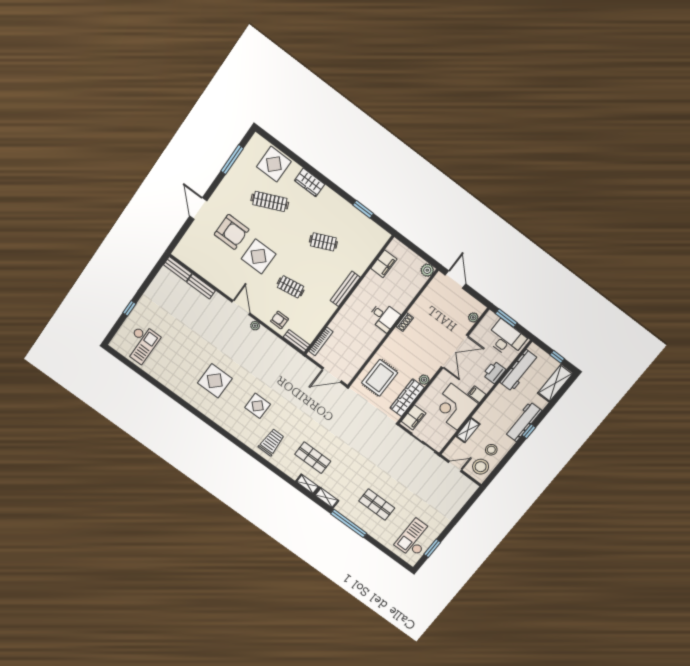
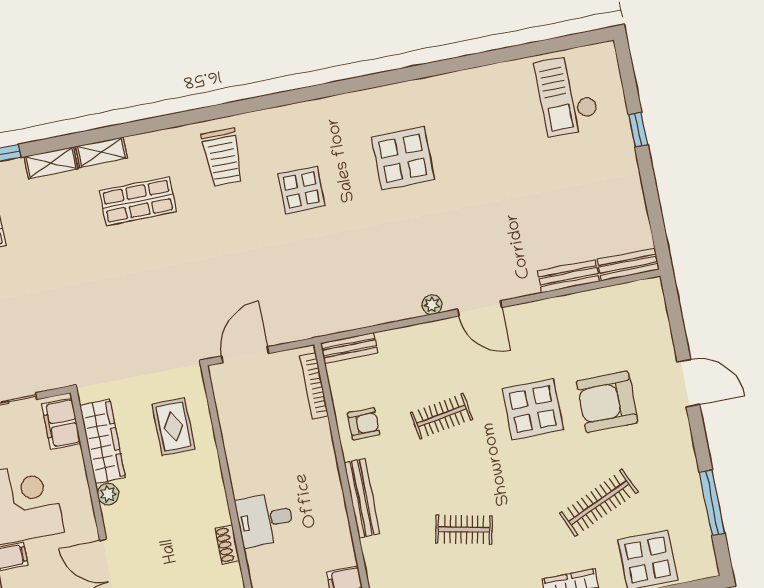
clothes rail: (323, 242) -> (464, 530), turned 36
armchair: (279, 320) -> (364, 424), moved
rug: (380, 378) -> (173, 427), width x0.73, depth x0.70

